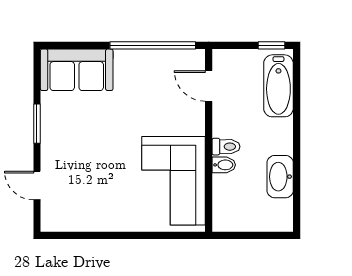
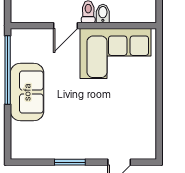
sofa: (77, 70) -> (27, 92), moved
door: (209, 86) -> (65, 26), moved

